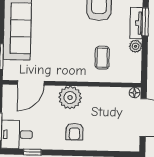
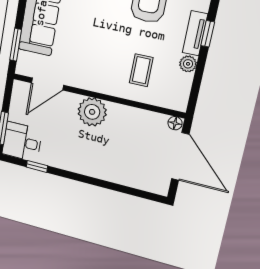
window: (145, 22) -> (208, 34), width x0.67
armchair: (74, 132) -> (91, 154), removed

